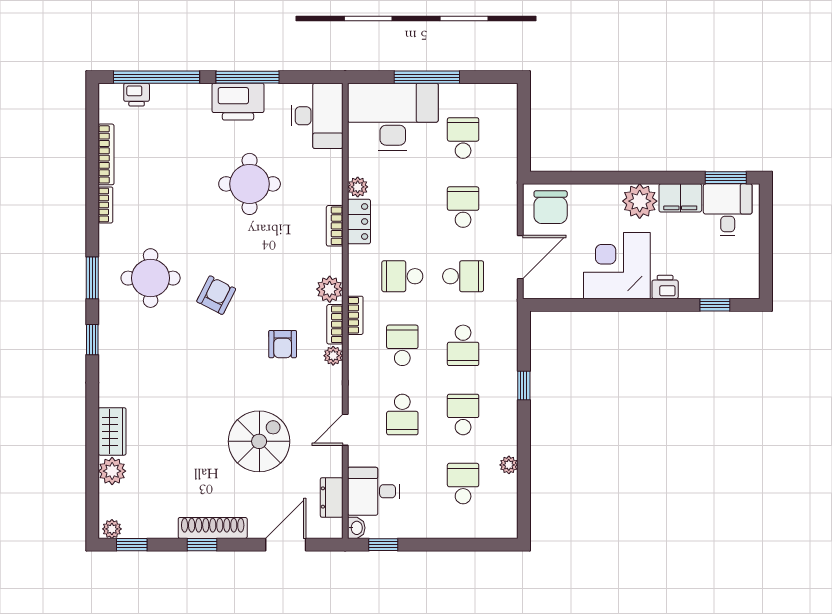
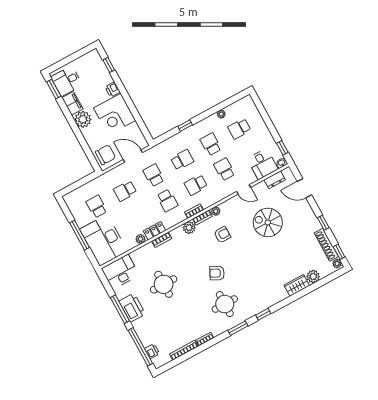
school desk: (463, 138) -> (97, 206), turned 90
school desk: (402, 414) -> (224, 169), turned -90
school desk: (463, 414) -> (211, 144), turned 90
shoe rack: (213, 528) -> (326, 245), moved

